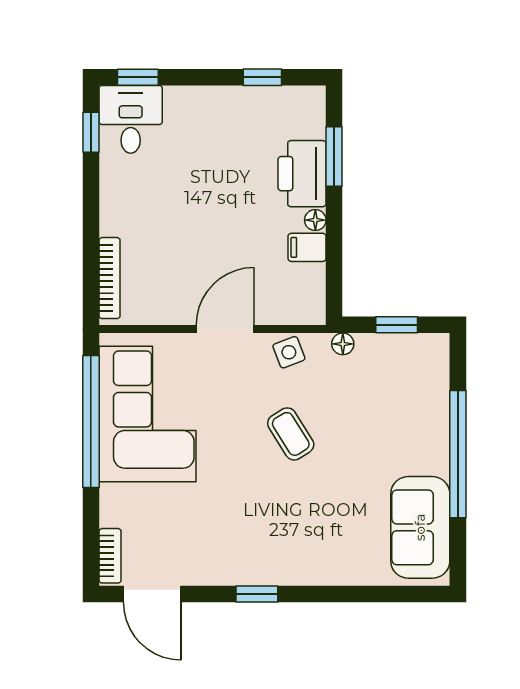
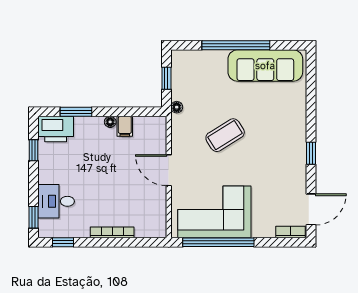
desk: (131, 119) -> (56, 201), moved
printer: (302, 174) -> (56, 129), moved
bookcase: (110, 278) -> (112, 232), moved
side table: (289, 352) -> (181, 136), removed
coffee table: (291, 434) -> (225, 135), width x1.36, depth x1.30
sofa: (420, 527) -> (265, 66), width x1.36

